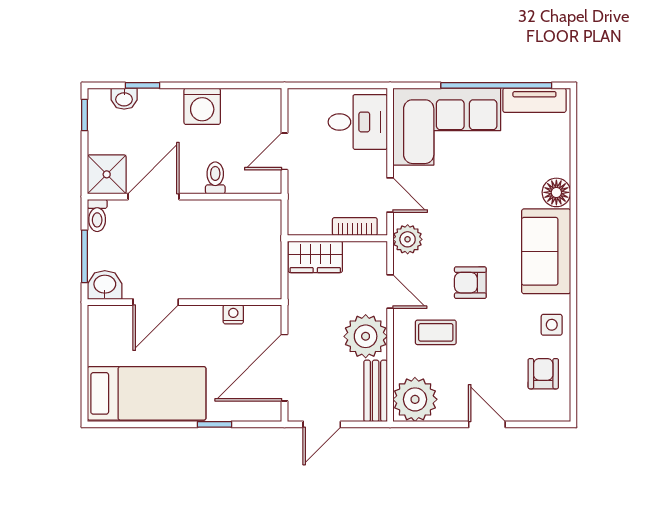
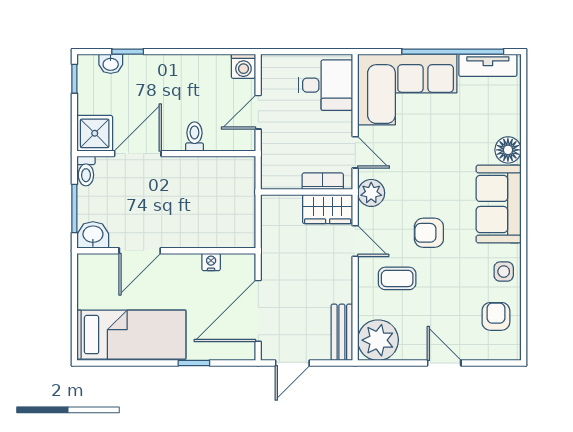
washing machine: (202, 106) -> (243, 66), moved, width x0.73, depth x0.73
wardrobe: (315, 257) -> (328, 209), moved
plant: (366, 336) -> (333, 282), removed

